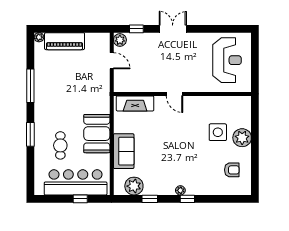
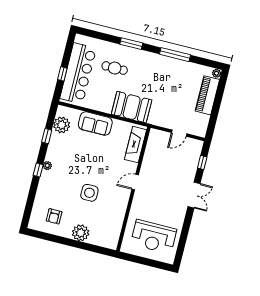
plant: (120, 40) -> (196, 145), removed
side table: (218, 132) -> (89, 193), moved
booth: (97, 134) -> (132, 107), moved

